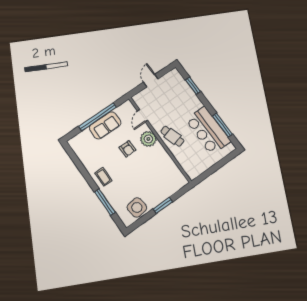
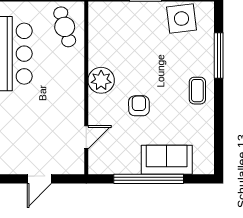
sofa: (105, 125) -> (167, 160), moved
cafe table: (172, 136) -> (65, 27), moved
plant: (148, 139) -> (101, 80), moved

